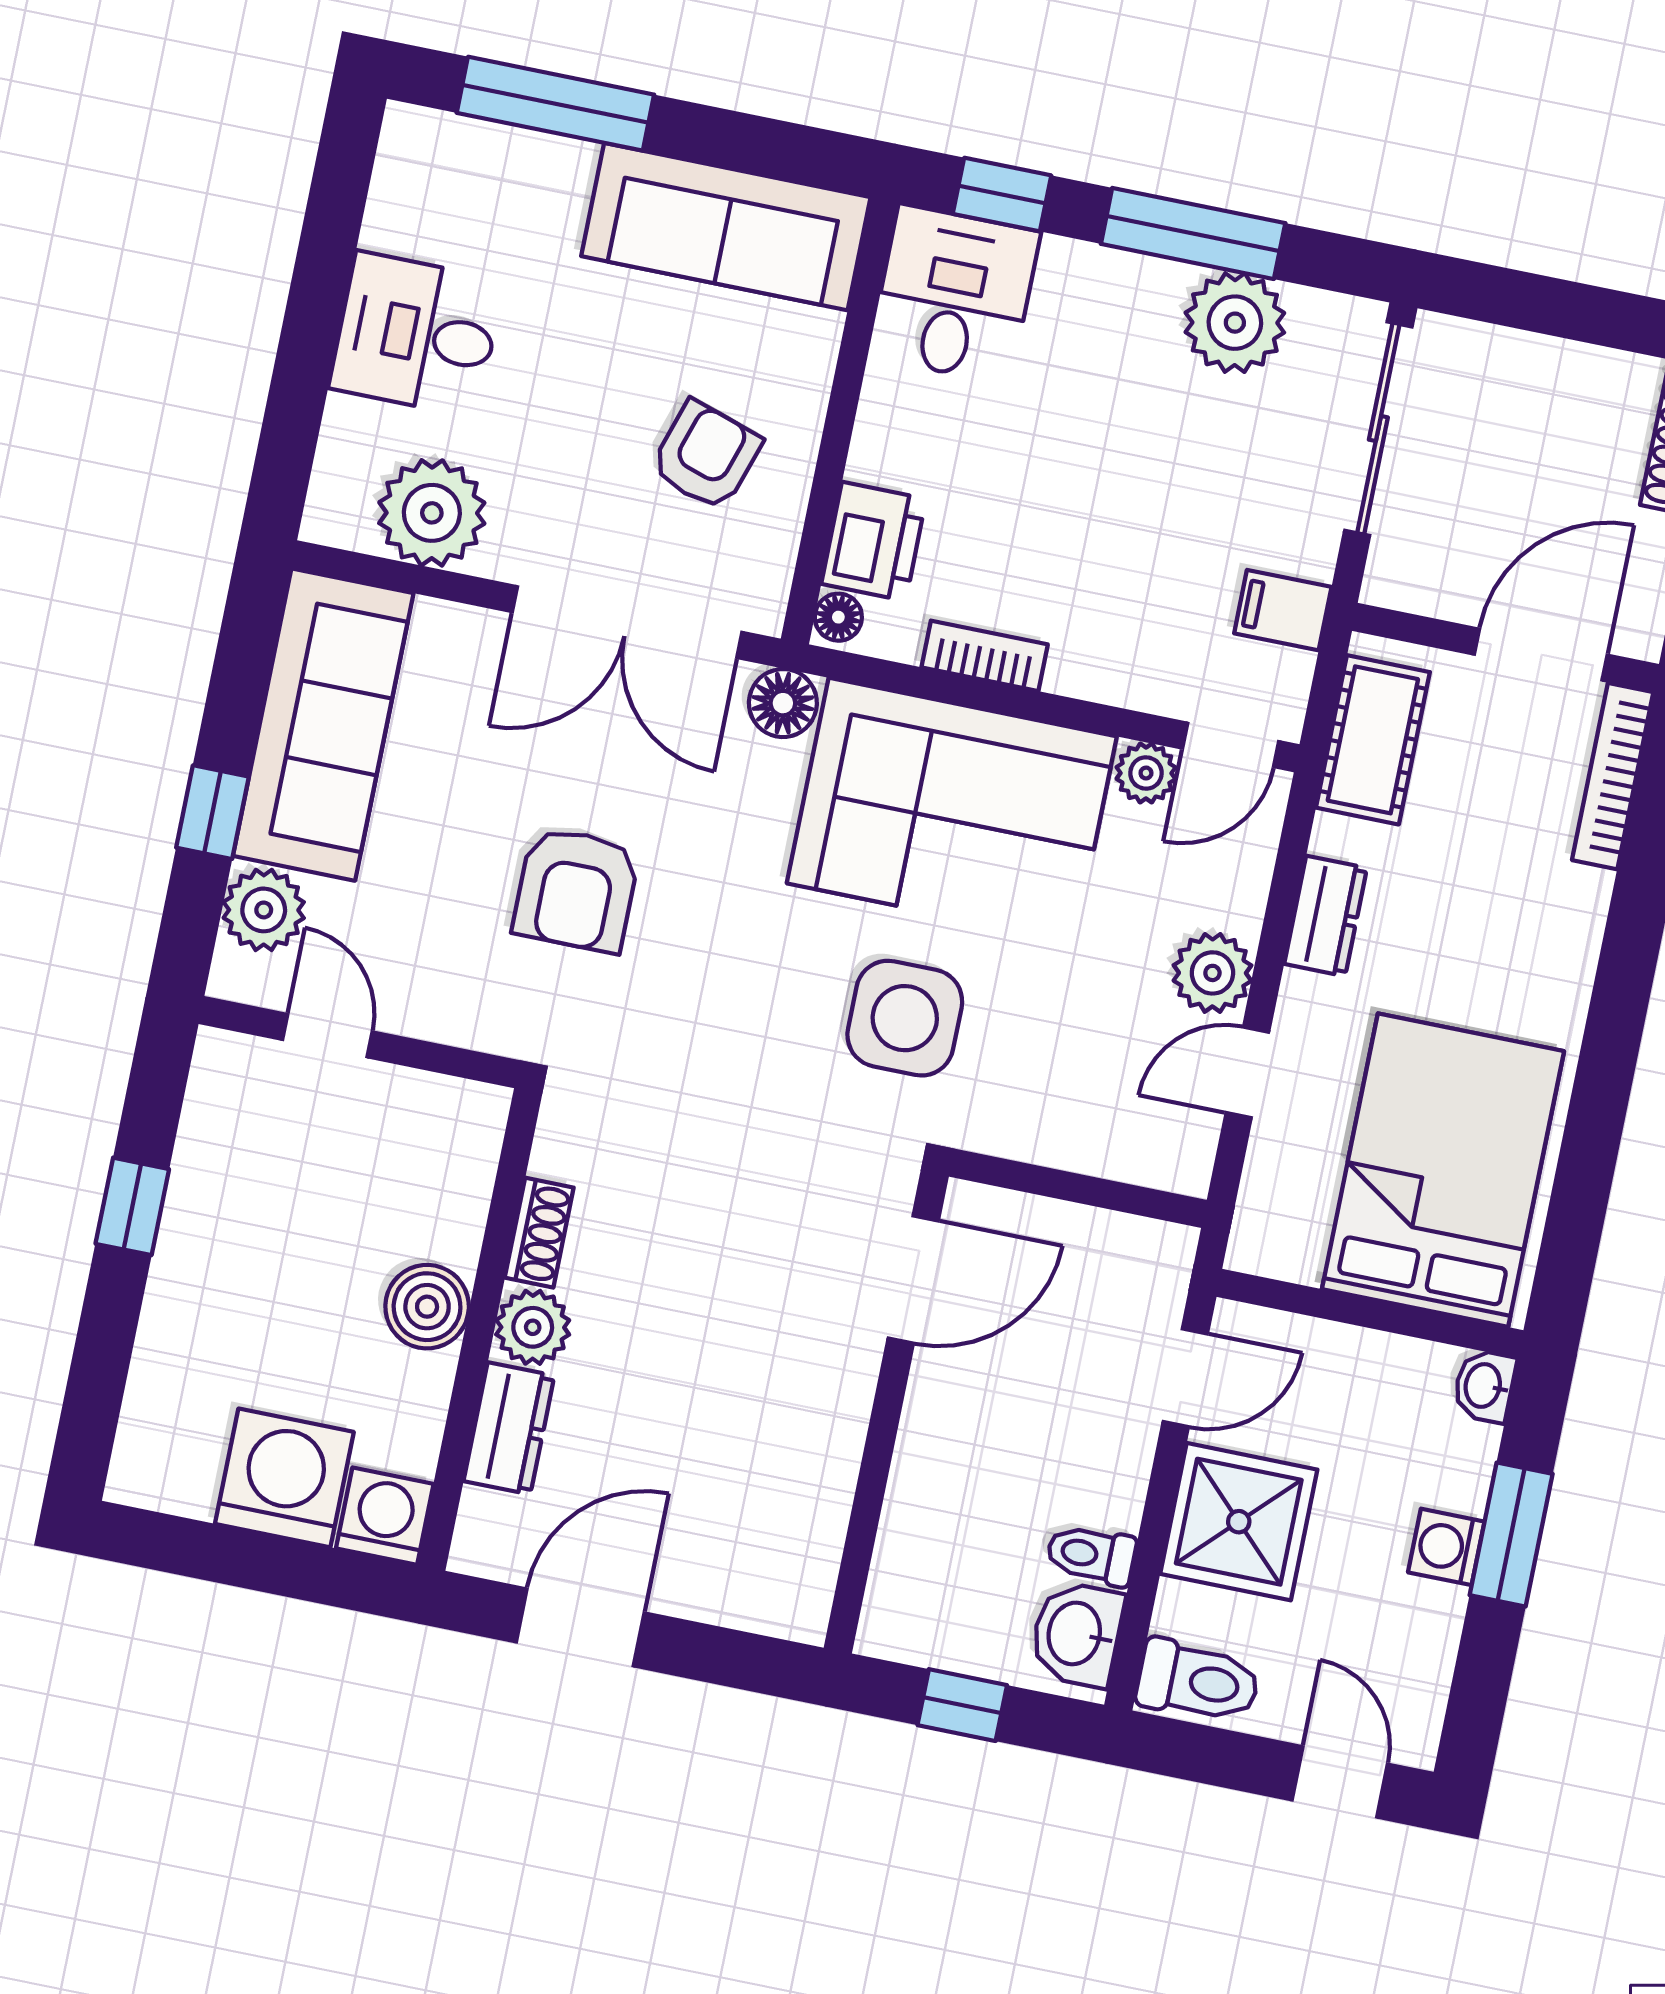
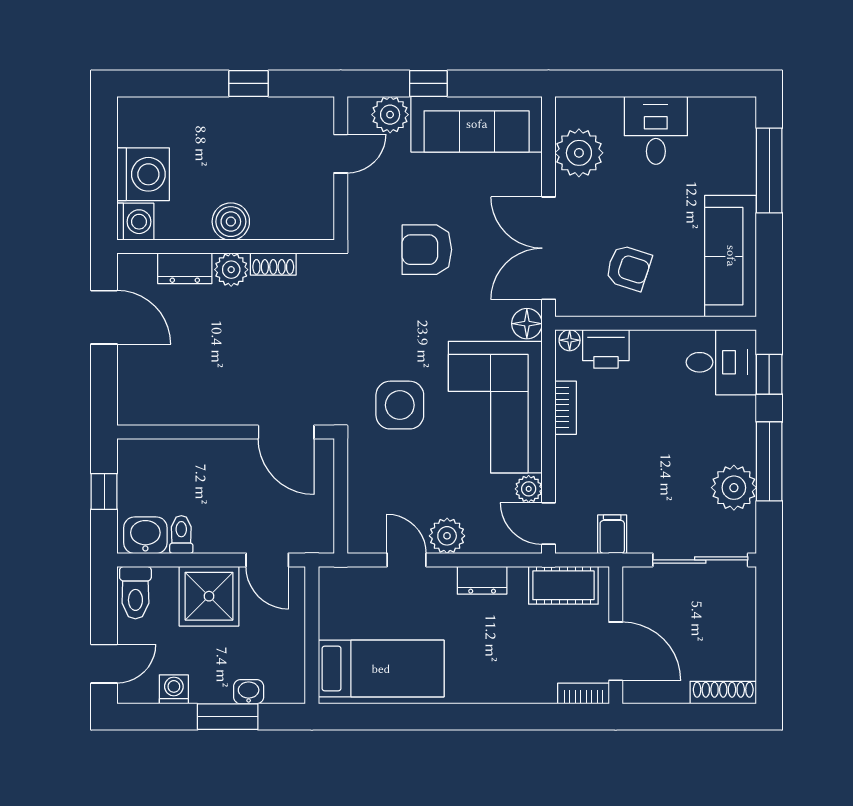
bookcase: (1613, 776) -> (583, 694), width x0.64
bed: (1443, 1170) -> (381, 669), width x0.67
washbasin: (1484, 1386) -> (249, 692), moved
washing machine: (1446, 1547) -> (174, 689), moved

